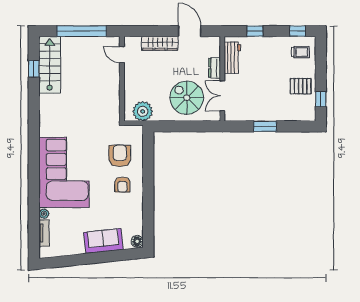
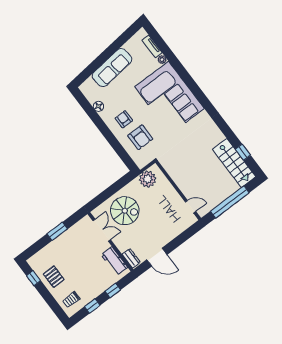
window: (298, 31) -> (92, 306), moved
wardrobe: (160, 43) -> (171, 234), removed
dresser: (215, 68) -> (131, 258), moved
pallet: (301, 86) -> (54, 277), turned 90
sofa: (103, 241) -> (112, 68), width x1.36
floor lamp: (137, 241) -> (98, 106), moved

